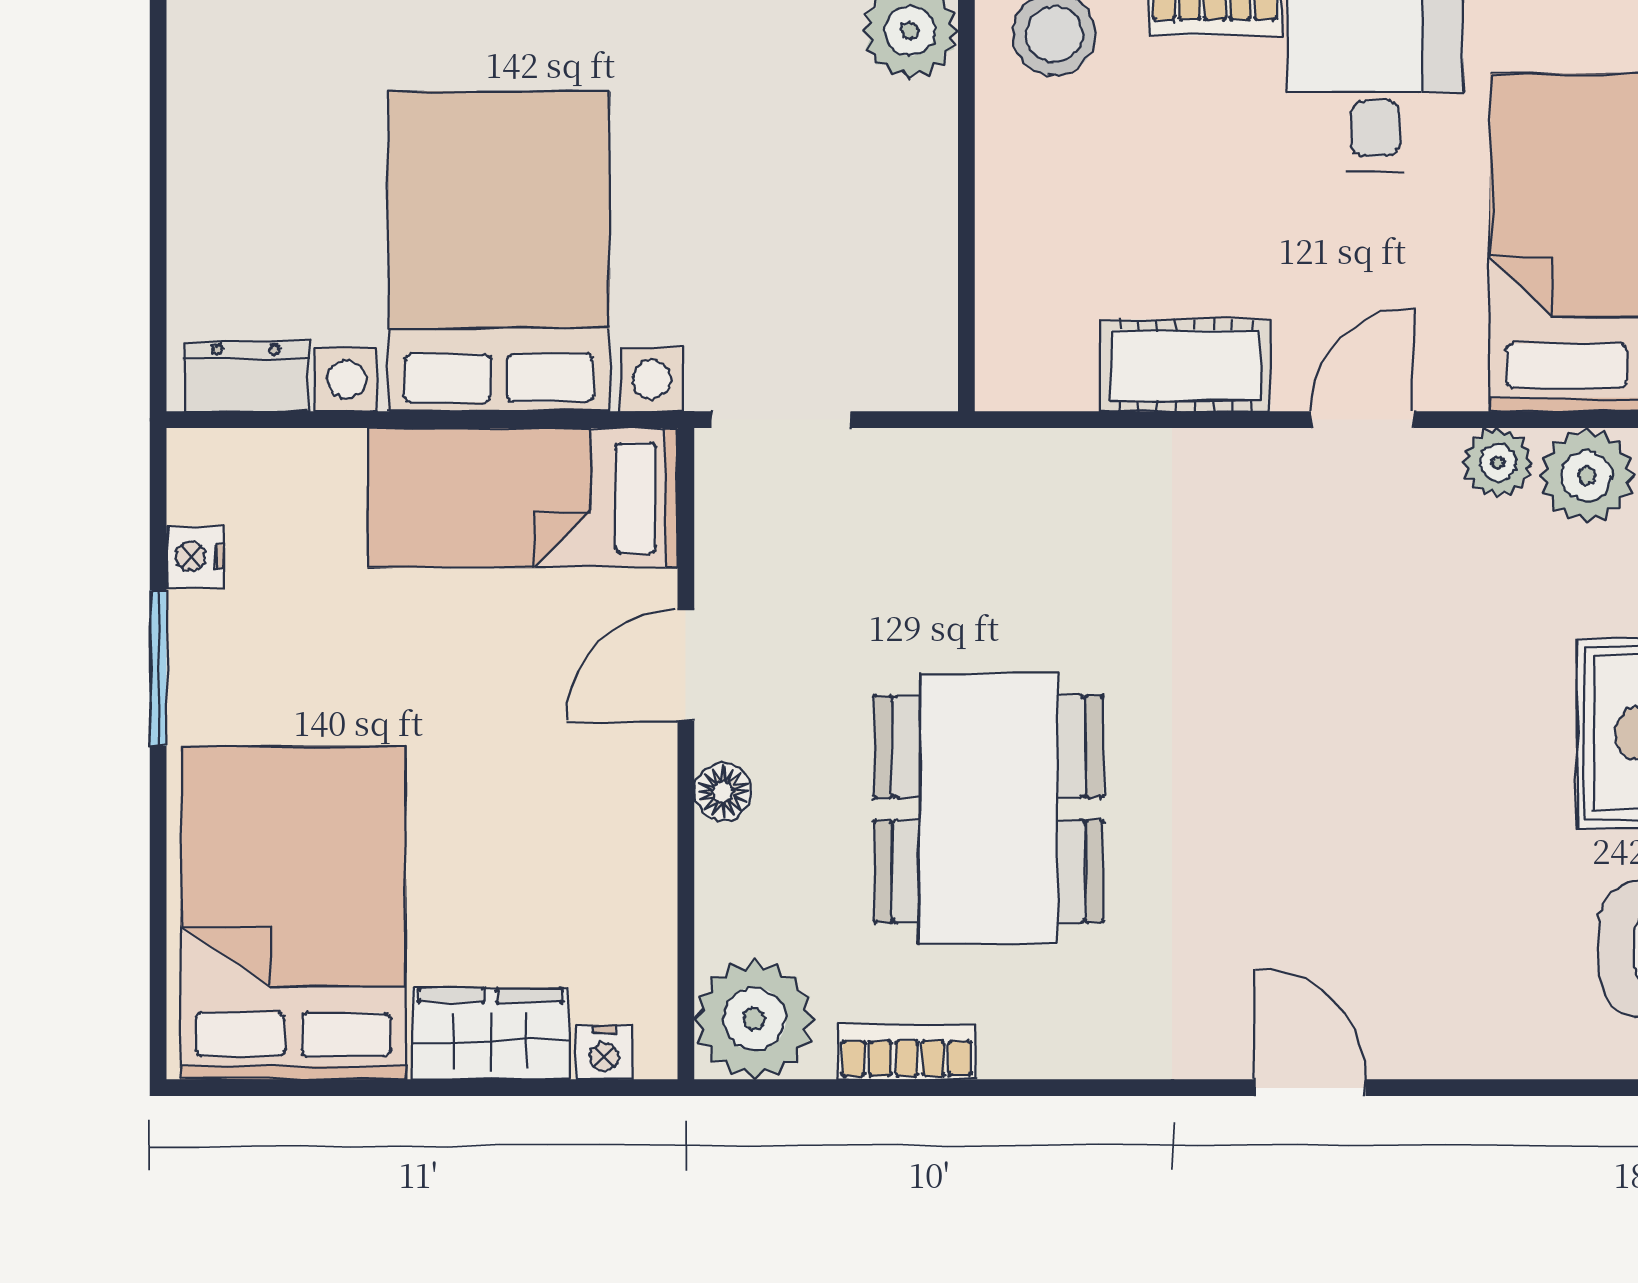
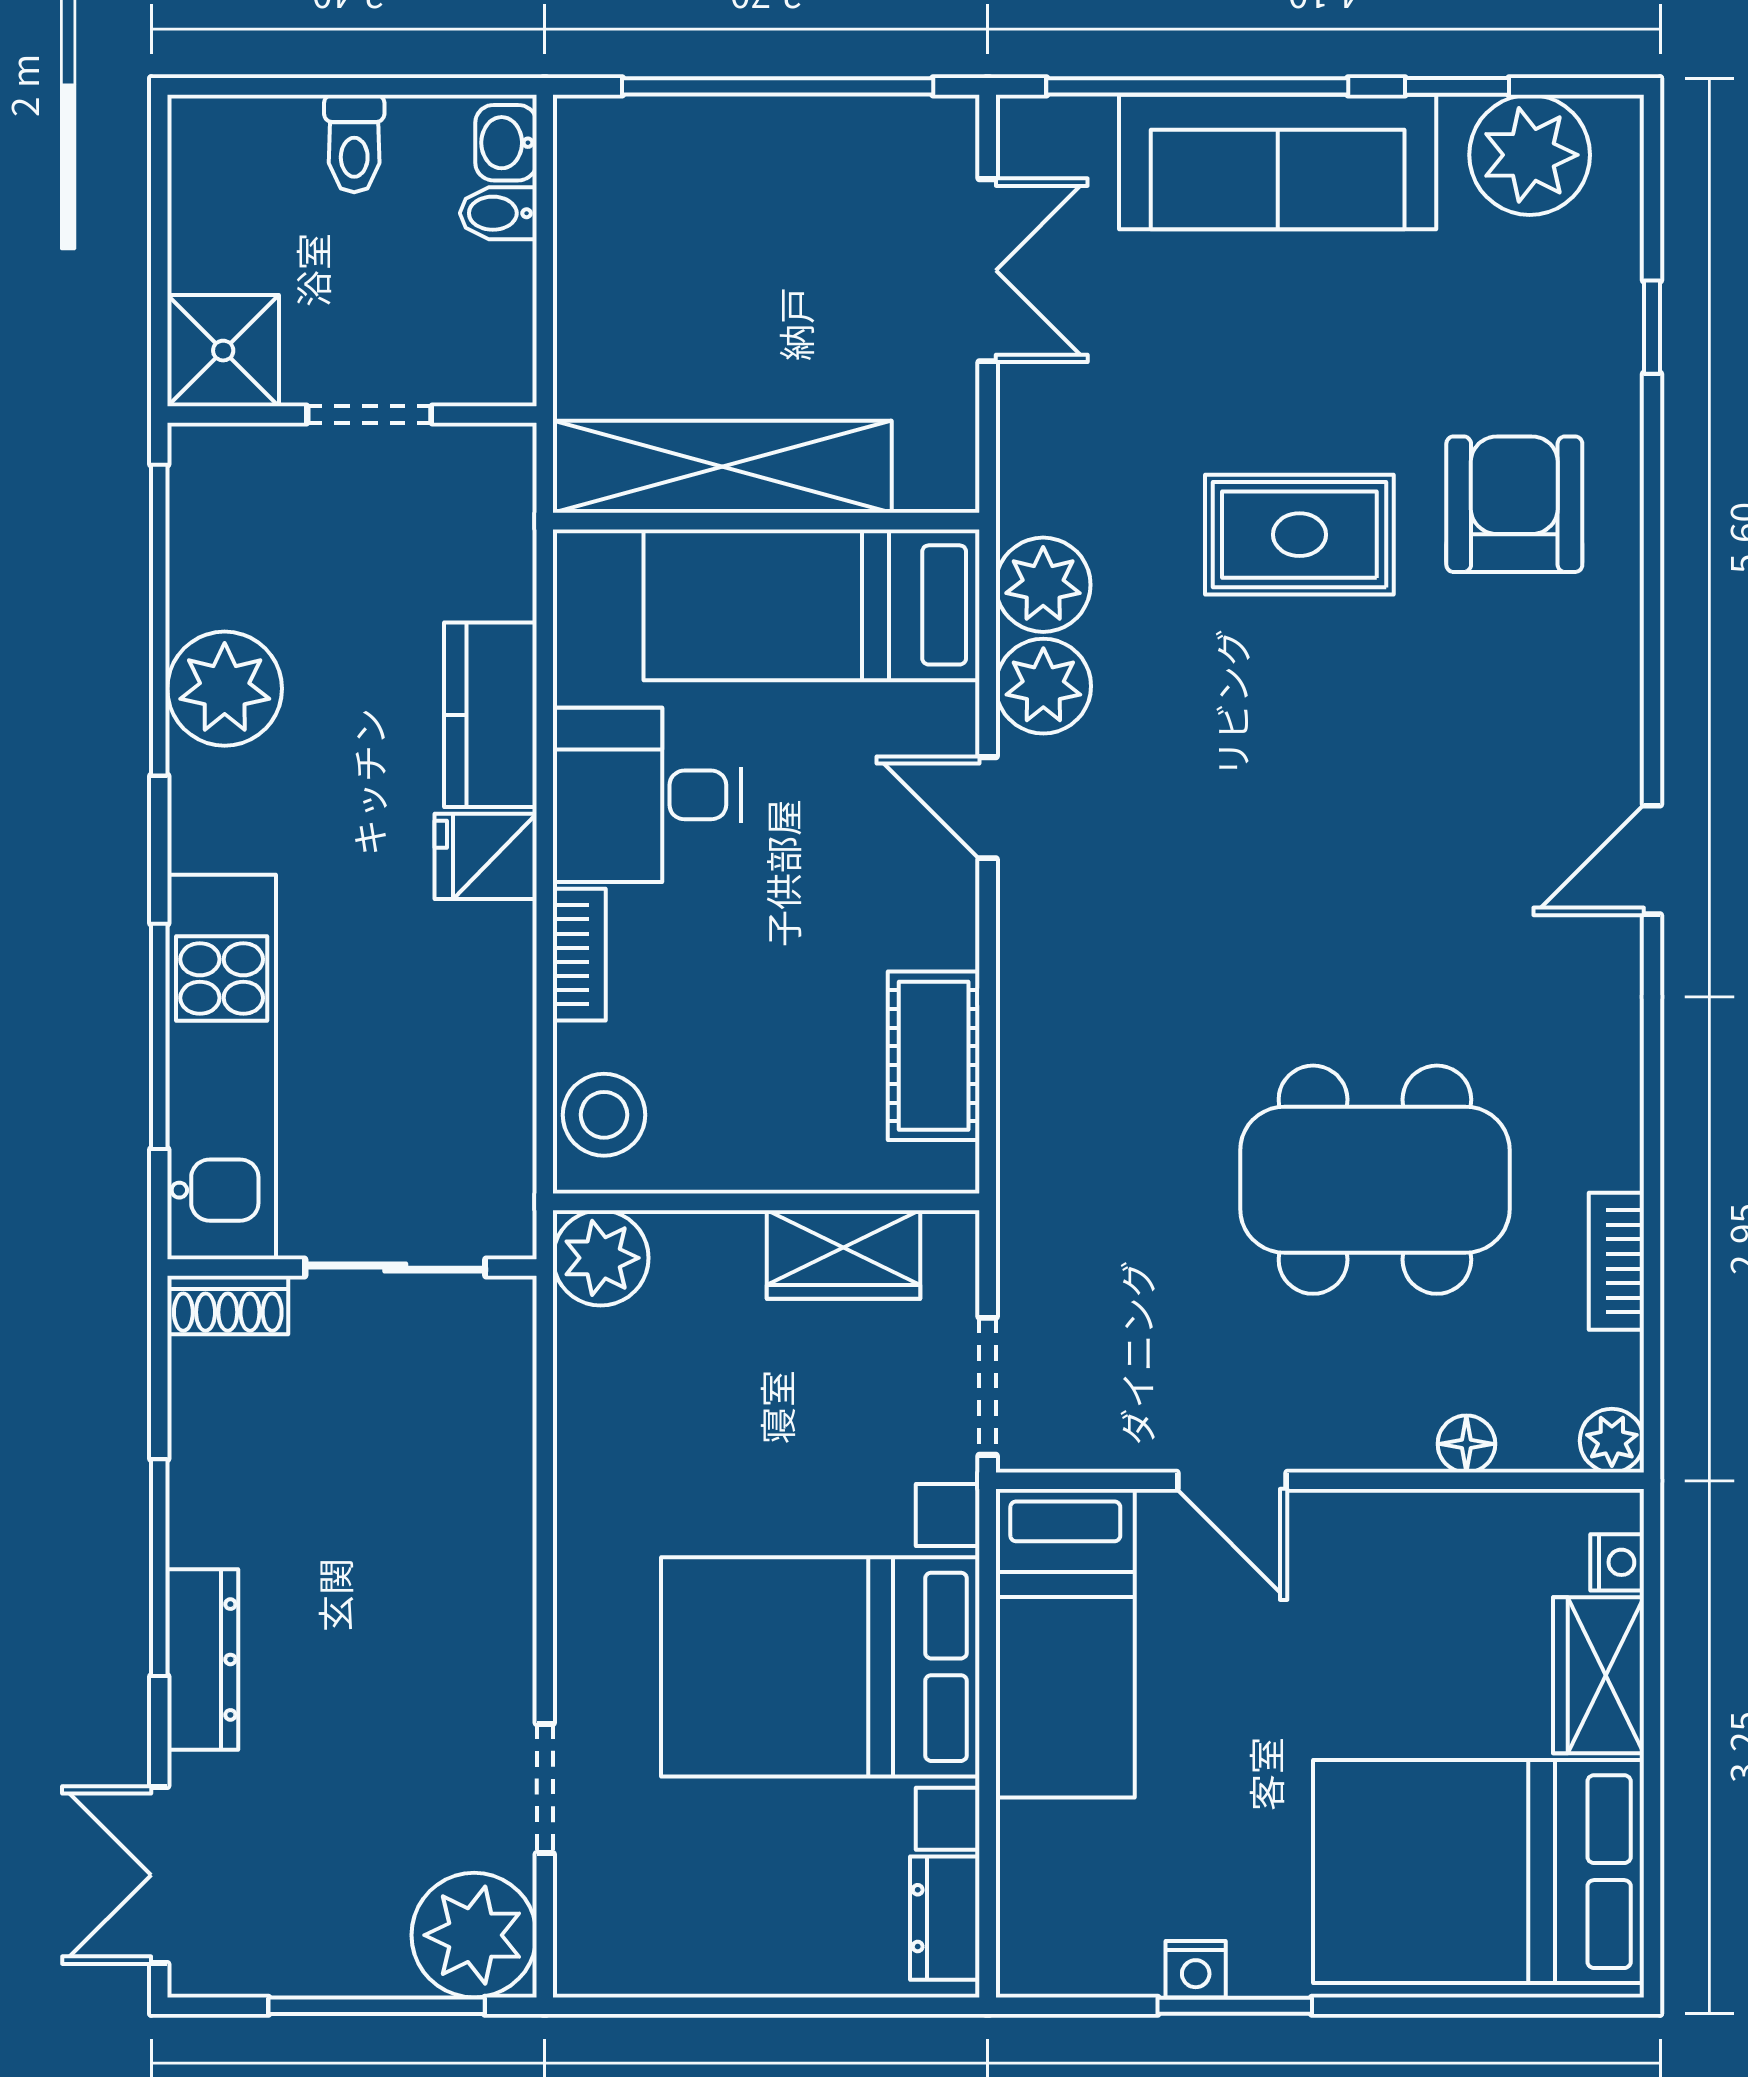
wardrobe: (913, 275) -> (844, 1255), added
cot: (1186, 365) -> (934, 1056), moved
plant: (1498, 463) -> (1043, 686), width x1.38, depth x1.38
nightstand: (195, 557) -> (1196, 1969), moved
floor lamp: (723, 792) -> (1466, 1444), moved
plant: (754, 1019) -> (1612, 1441), width x0.53, depth x0.53

